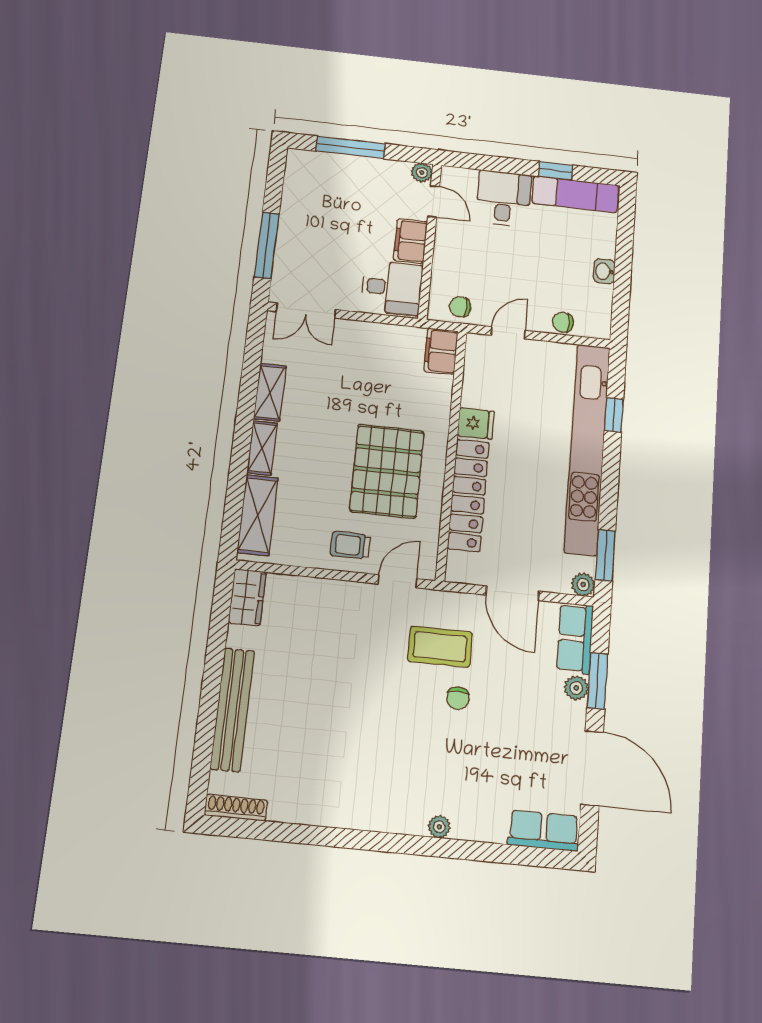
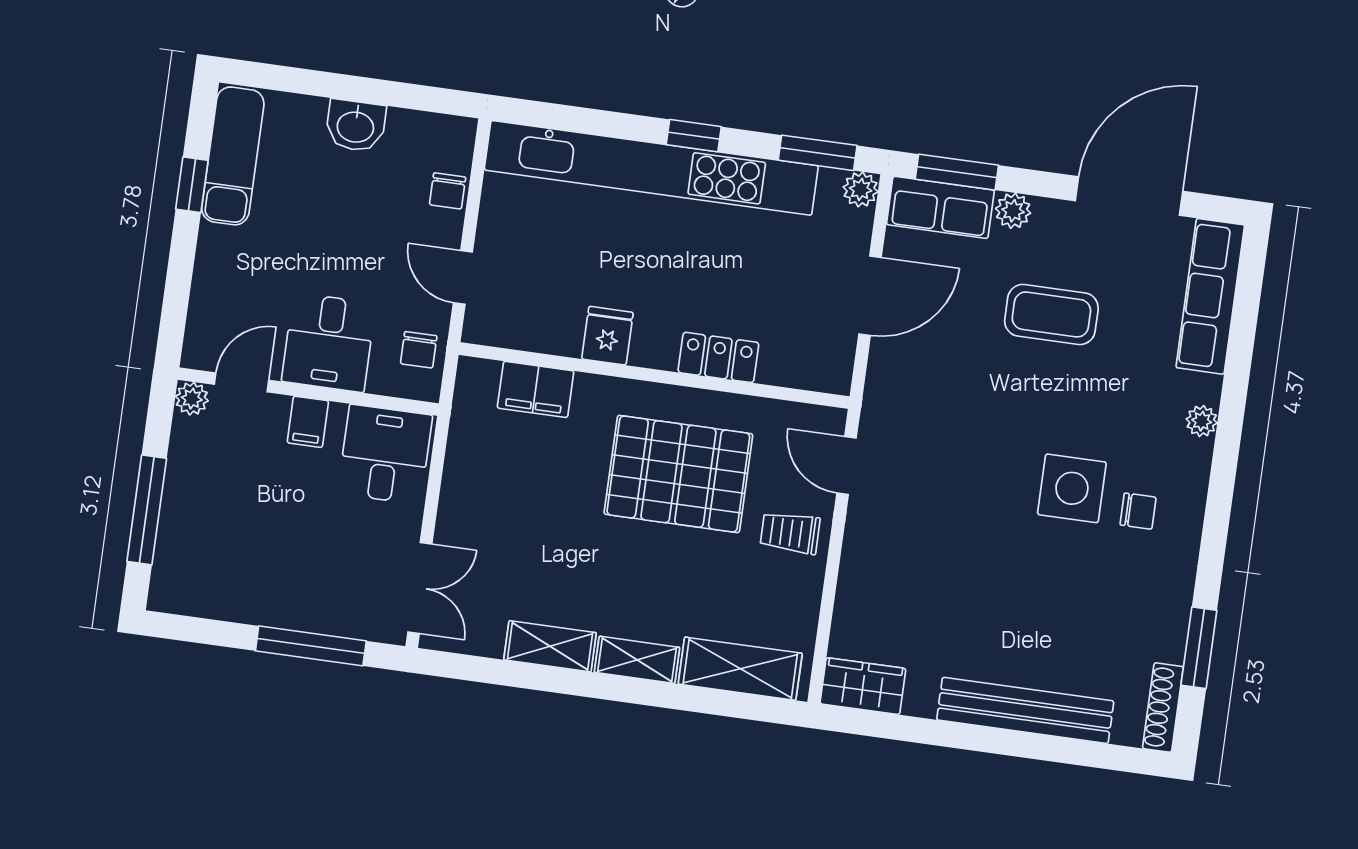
desk: (504, 198) -> (329, 342), moved, turned -90
filing cabinet: (411, 241) -> (308, 422), width x0.50
washbasin: (604, 271) -> (356, 126), width x1.38, depth x1.45
filing cabinet: (441, 351) -> (536, 389), moved
window: (614, 415) -> (694, 136), moved
locker: (468, 495) -> (718, 357), width x0.46, depth x0.83
trolley: (350, 545) -> (790, 533), turned 90
coffee table: (440, 647) -> (1051, 314), moved, turned 90
window: (597, 681) -> (957, 172), moved
chair: (458, 698) -> (1138, 511), moved
side table: (388, 736) -> (1072, 488), added
row of seats: (544, 831) -> (1210, 296), width x1.48
window: (279, 832) -> (1199, 648), added

